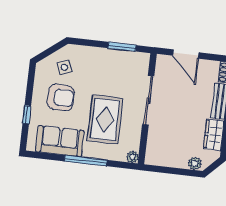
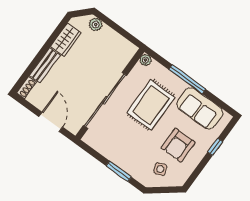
window: (122, 47) -> (119, 171), moved
armchair: (61, 97) -> (178, 145), turned -90
sliding door: (148, 100) -> (105, 100), width x1.36

